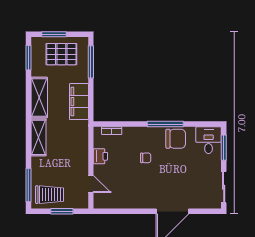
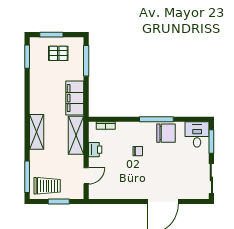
pallet: (61, 54) -> (58, 53), width x0.67, depth x0.71
shelving: (39, 97) -> (76, 135), moved
door: (91, 184) -> (86, 176), hinge flipped

